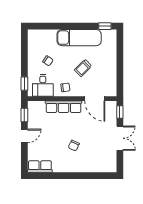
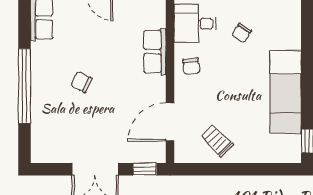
trolley: (83, 68) -> (217, 141), moved
row of seats: (64, 107) -> (155, 52), width x0.68
window: (76, 176) -> (24, 86), added

